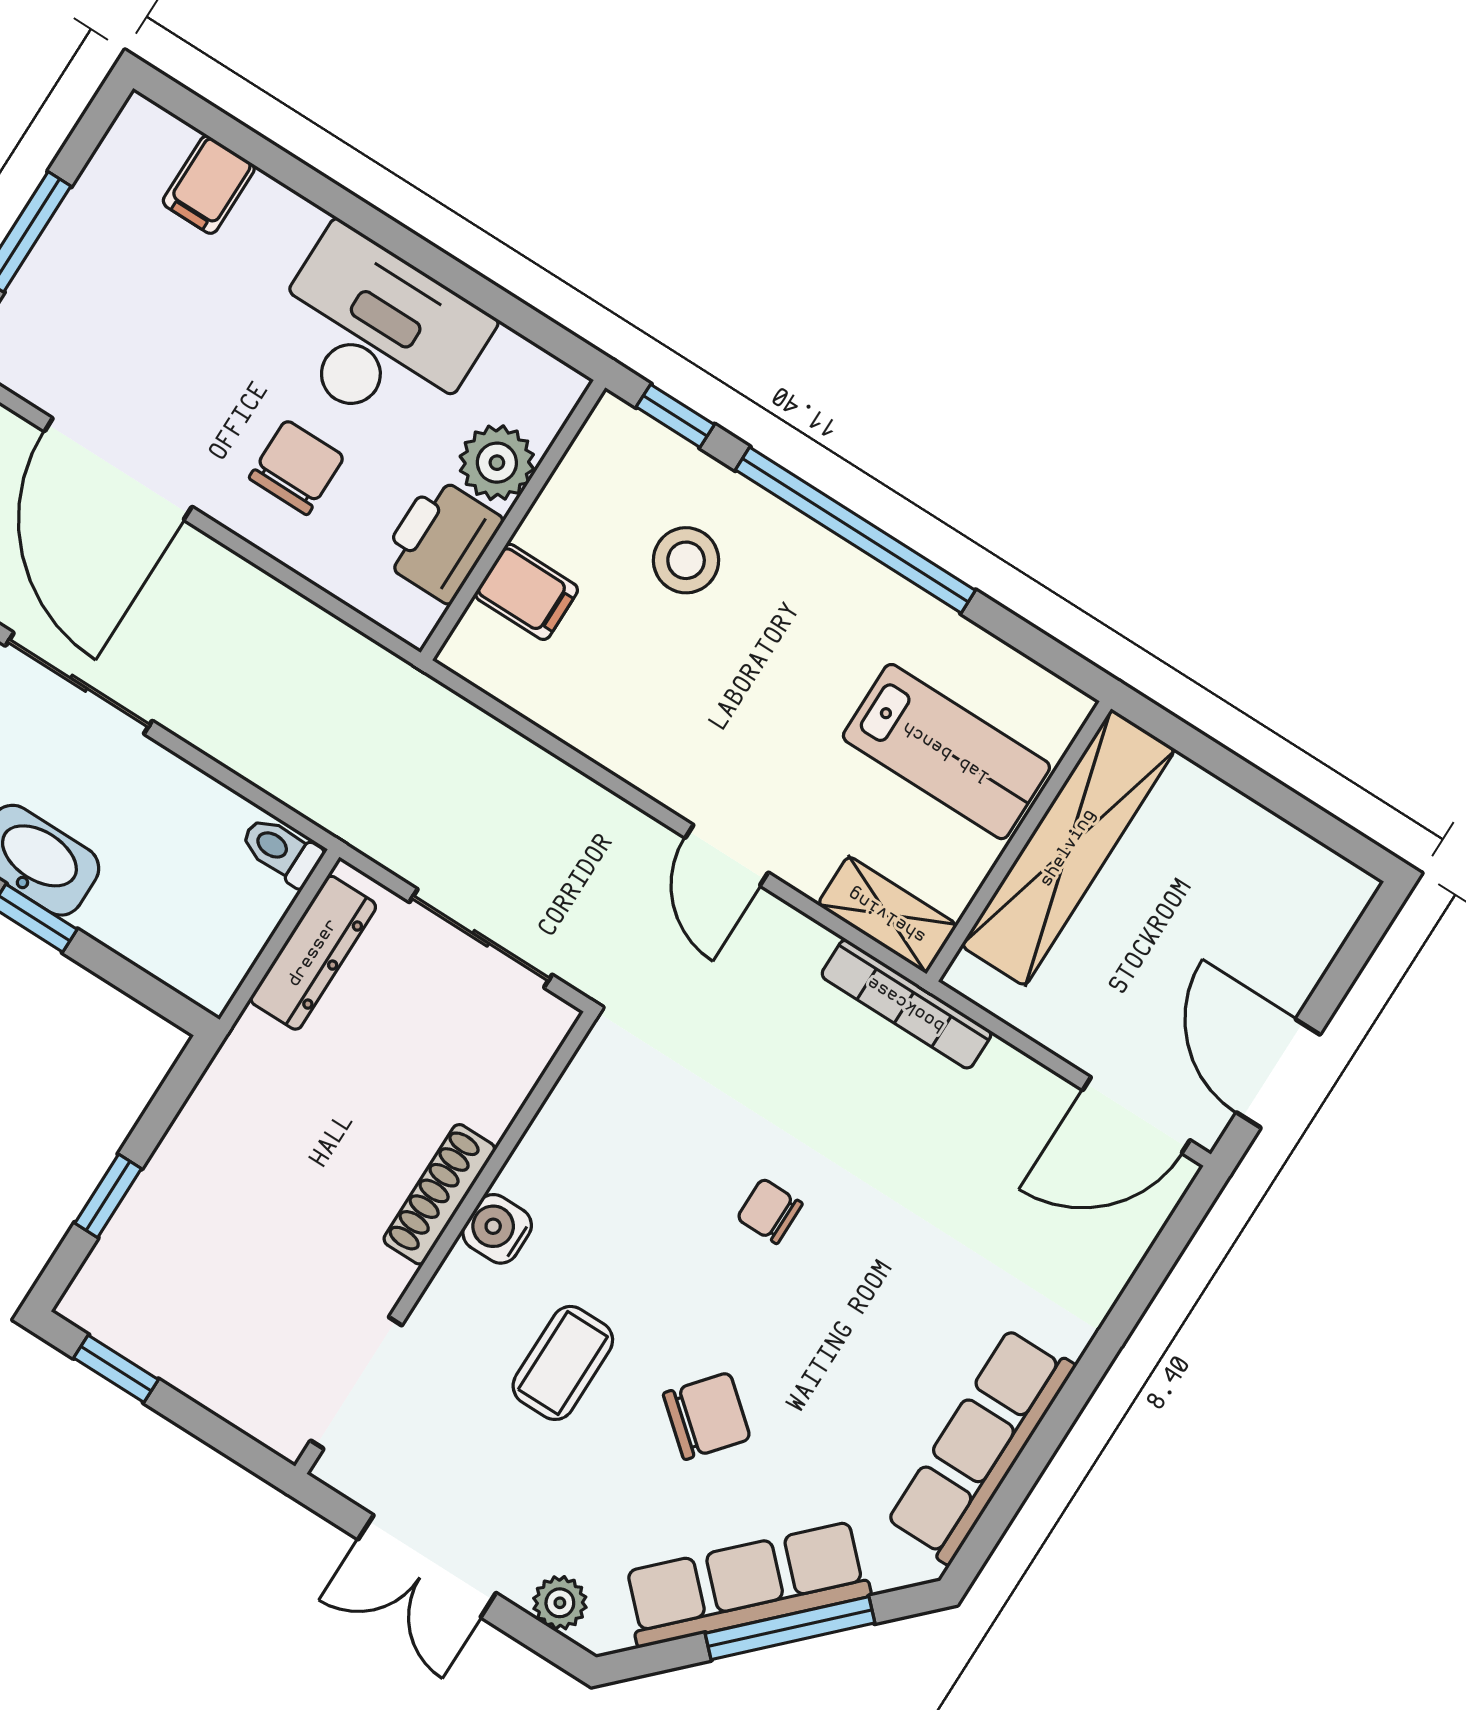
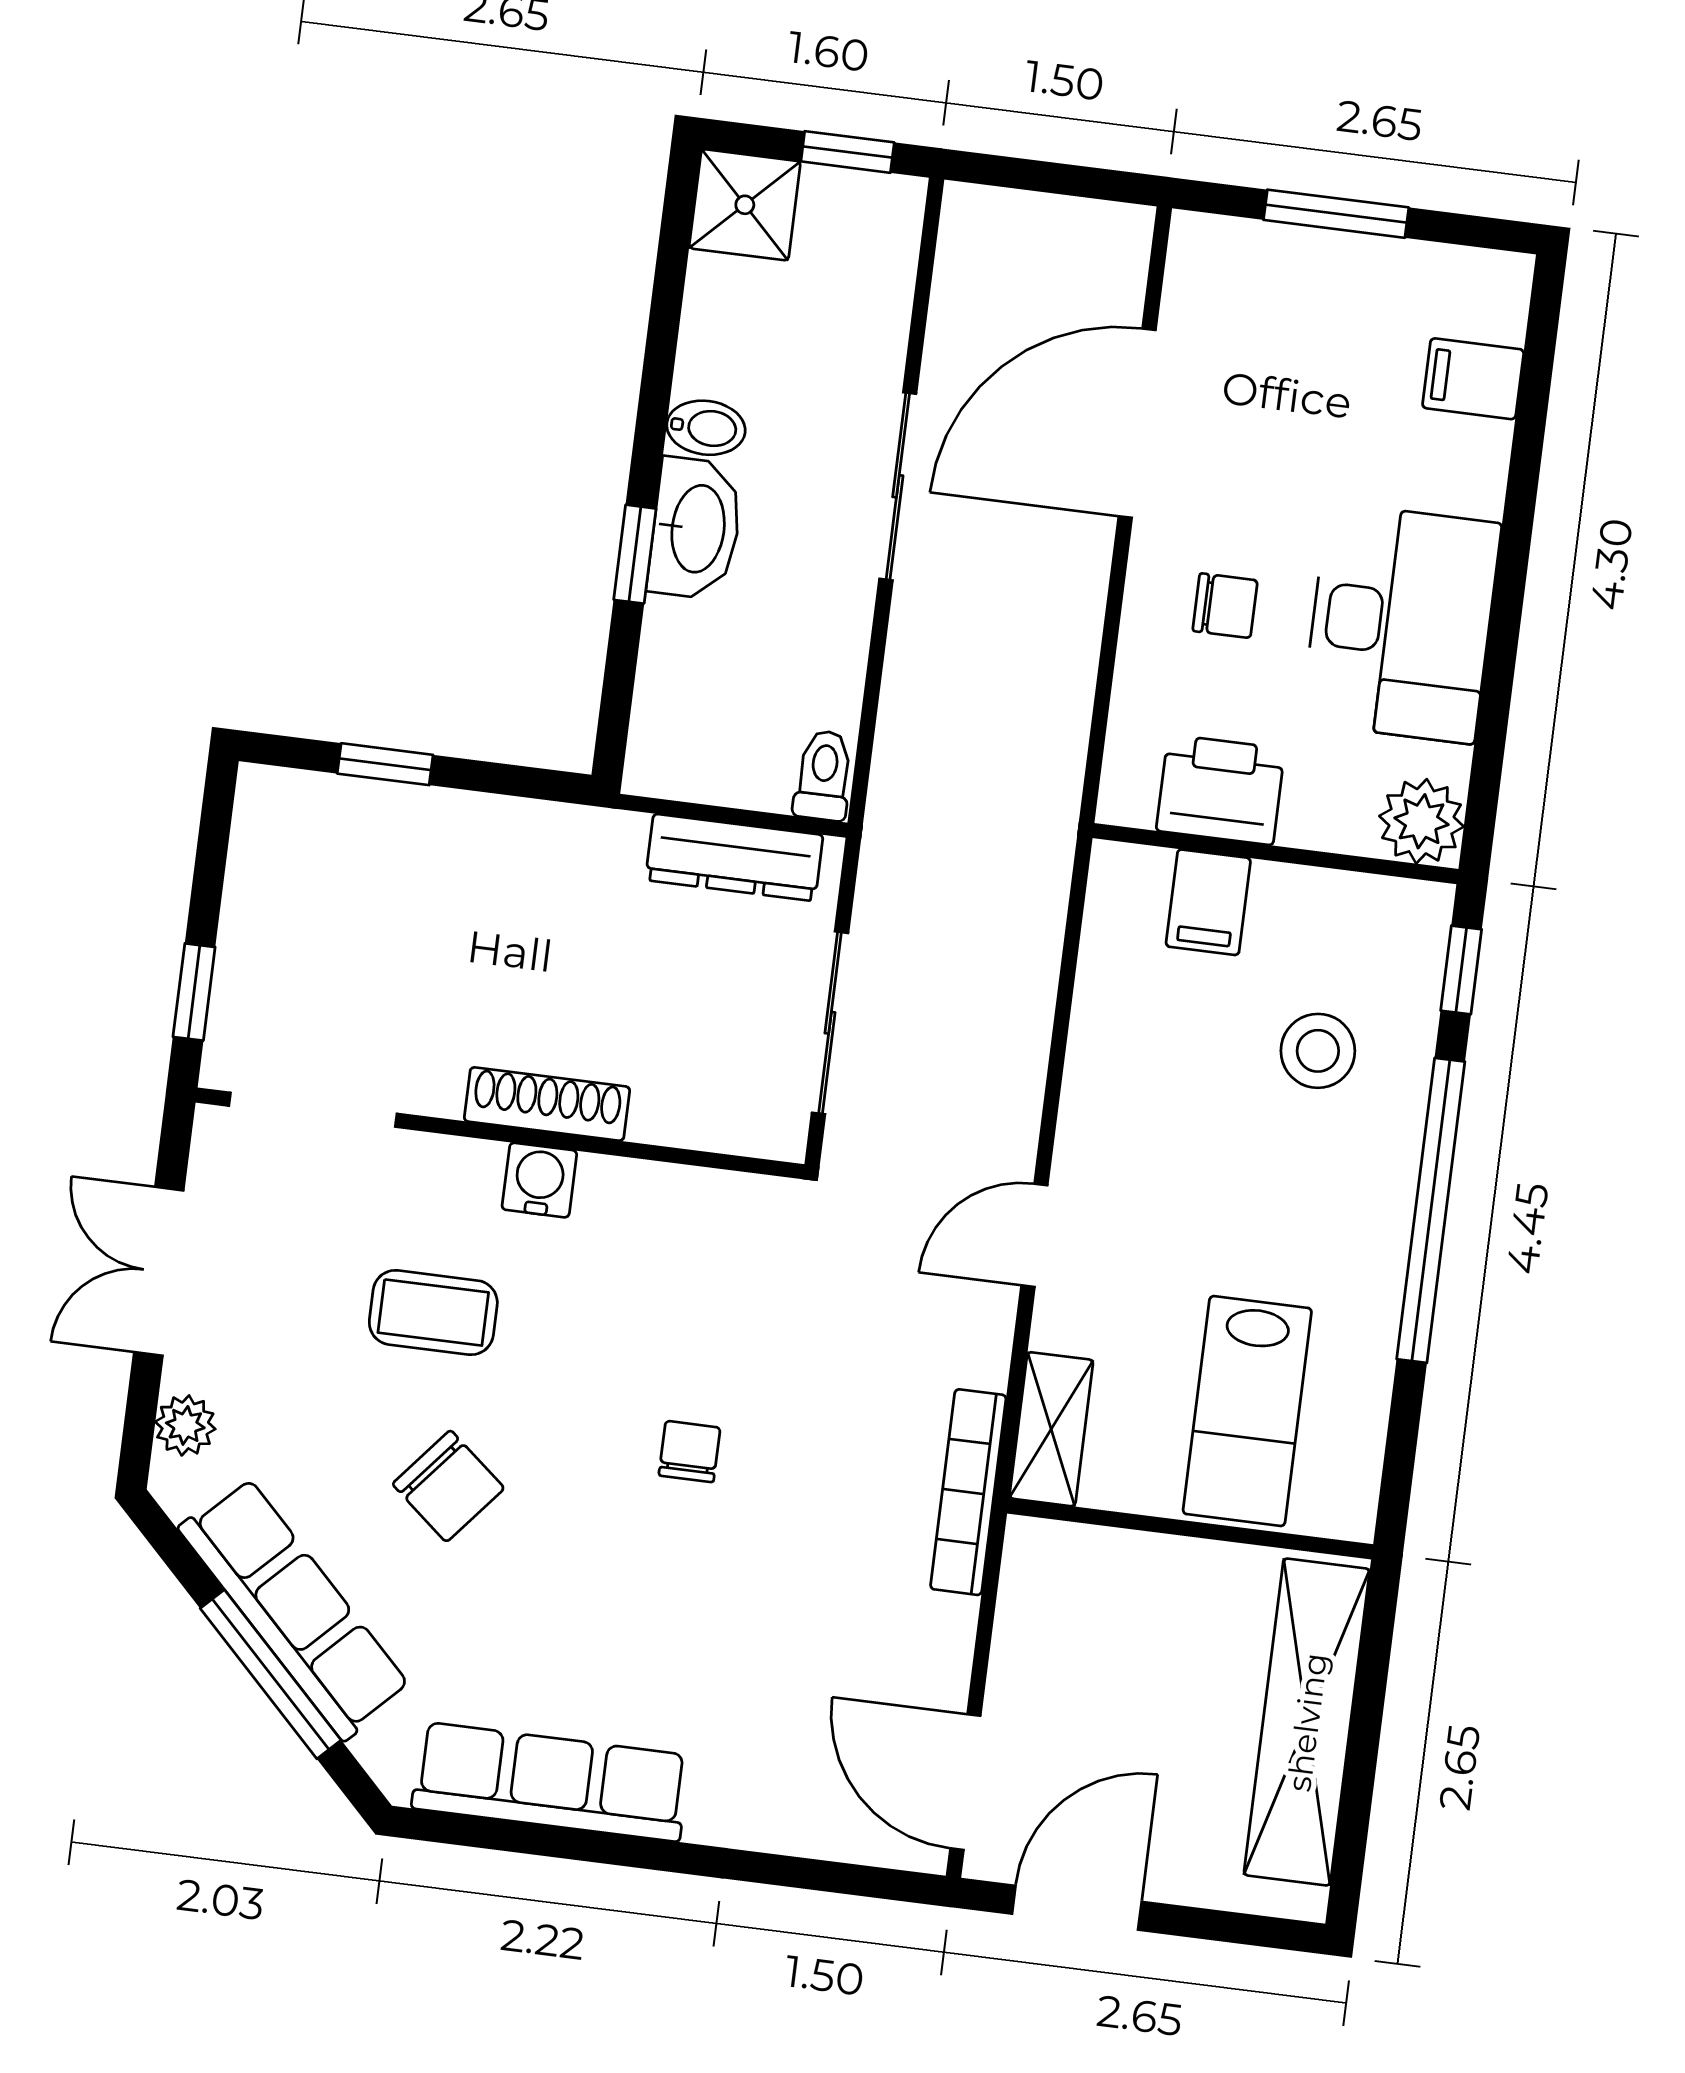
plant: (497, 463) -> (1421, 821), moved
chair: (297, 467) -> (1225, 606), width x0.73, depth x0.73
shelving: (1068, 848) -> (1307, 1722), moved, turned 90
window: (116, 1369) -> (194, 992), moved

